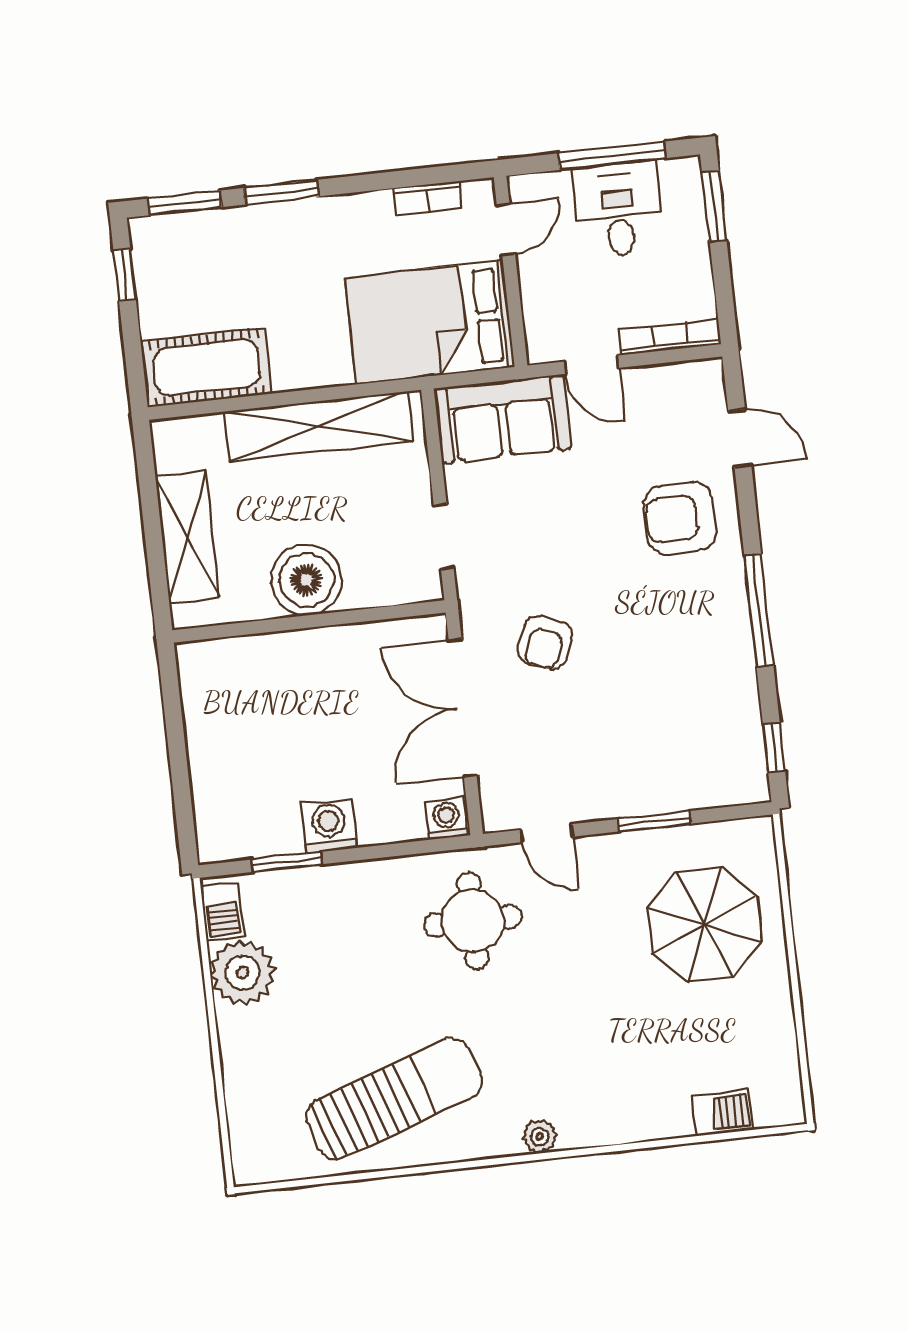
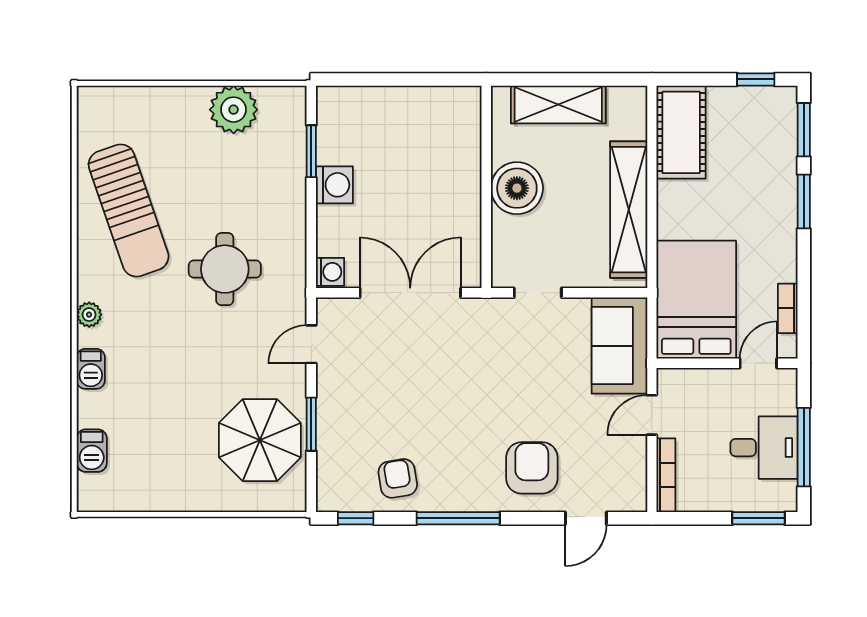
door: (506, 229) -> (758, 363), swing flipped
armchair: (545, 643) -> (398, 478), moved, turned 60
barbecue: (223, 912) -> (91, 369), moved, turned -90
round table: (473, 921) -> (225, 269), moved
parasol: (705, 925) -> (260, 440), moved

